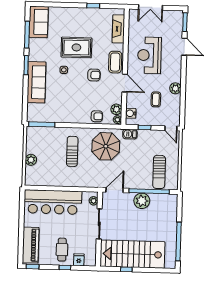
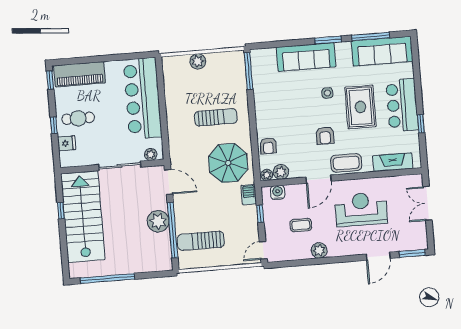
bar counter: (78, 18) -> (402, 105), added
sofa: (39, 22) -> (382, 51), width x1.36

